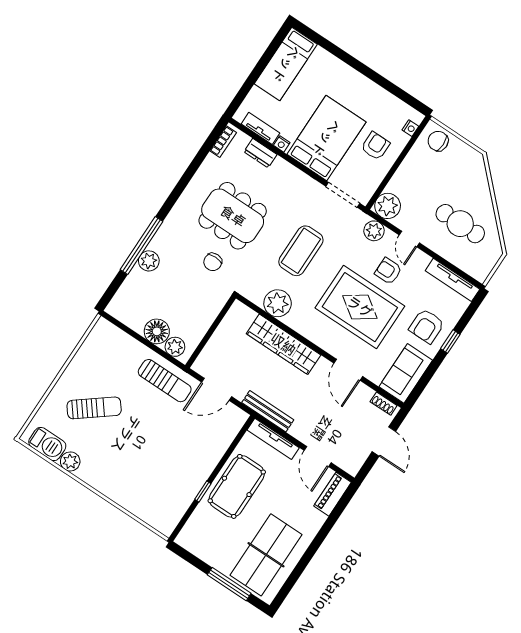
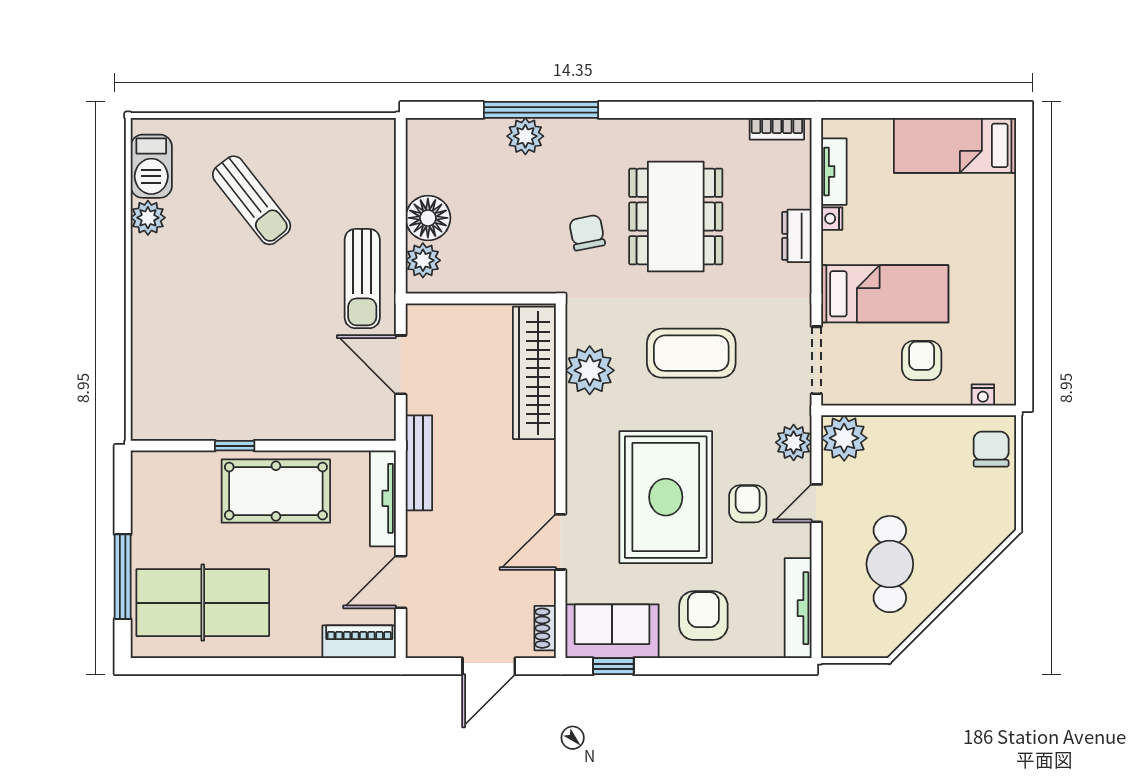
bed: (326, 138) -> (885, 294), width x0.67
armchair: (375, 146) -> (922, 360), turned -90
dresser: (260, 153) -> (797, 236), moved
chair: (213, 262) -> (587, 233), turned 79
armchair: (427, 326) -> (703, 616), turned 90
window: (450, 342) -> (613, 666), moved
wardrobe: (283, 344) -> (534, 373), moved

